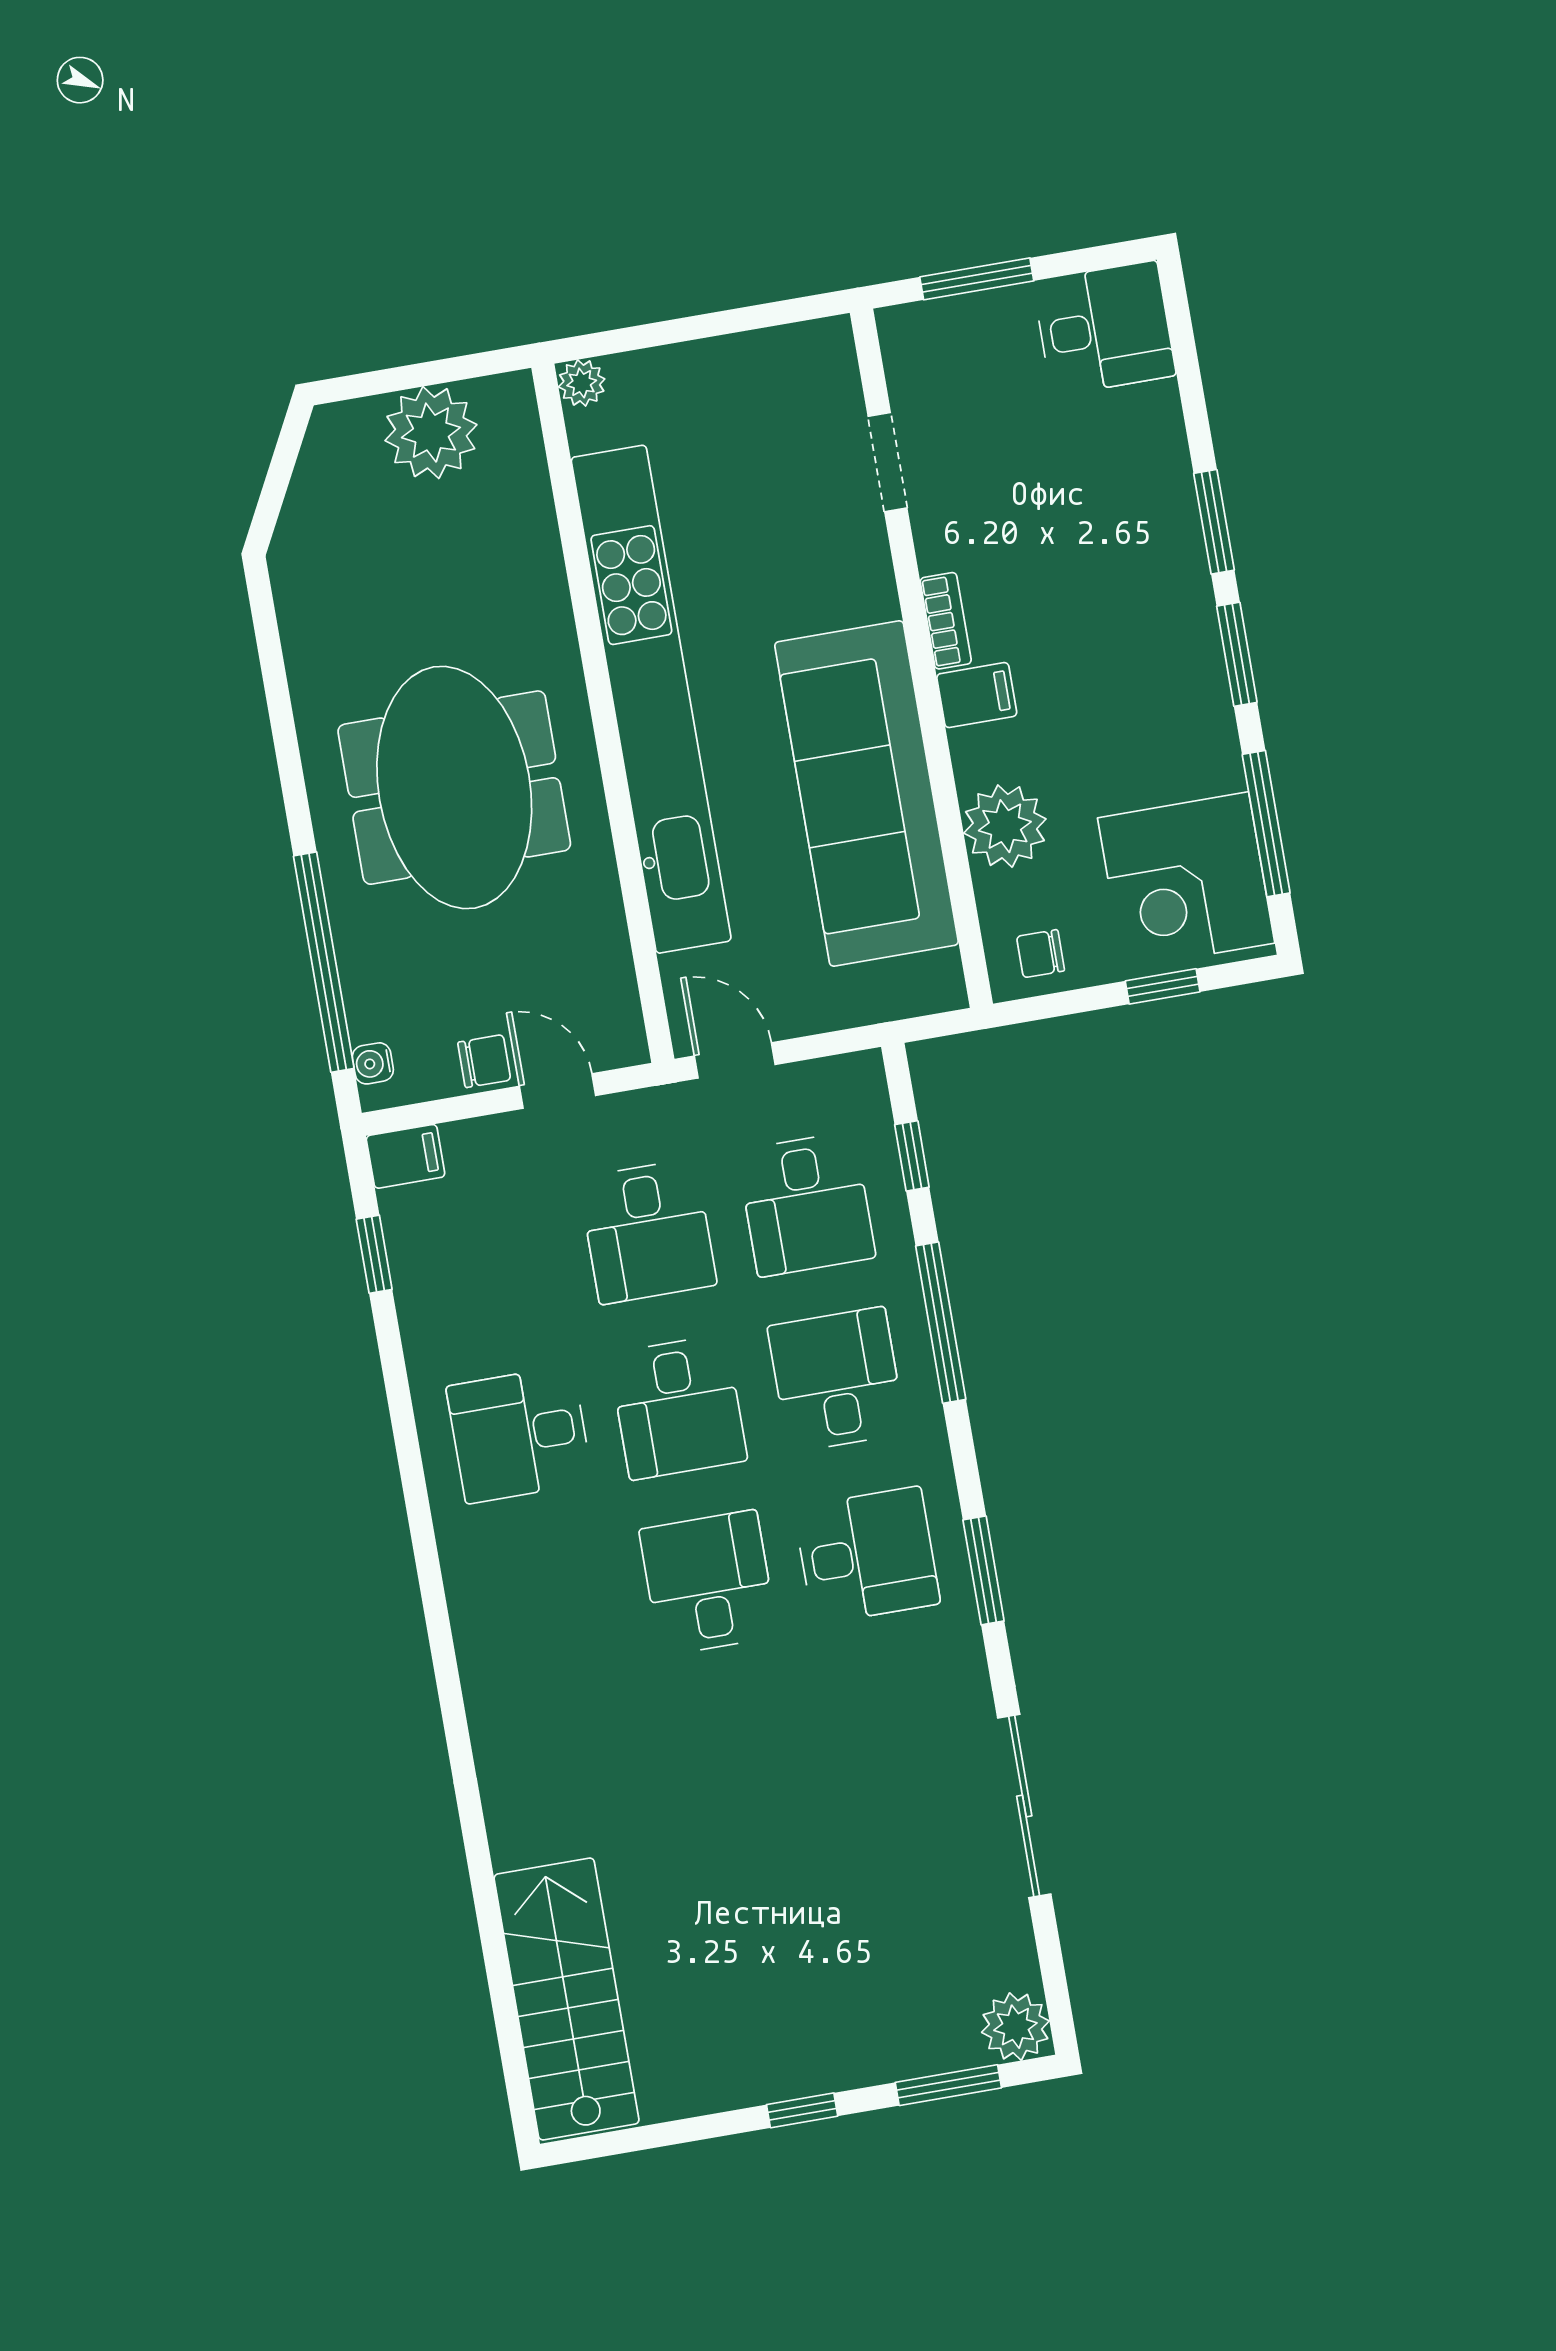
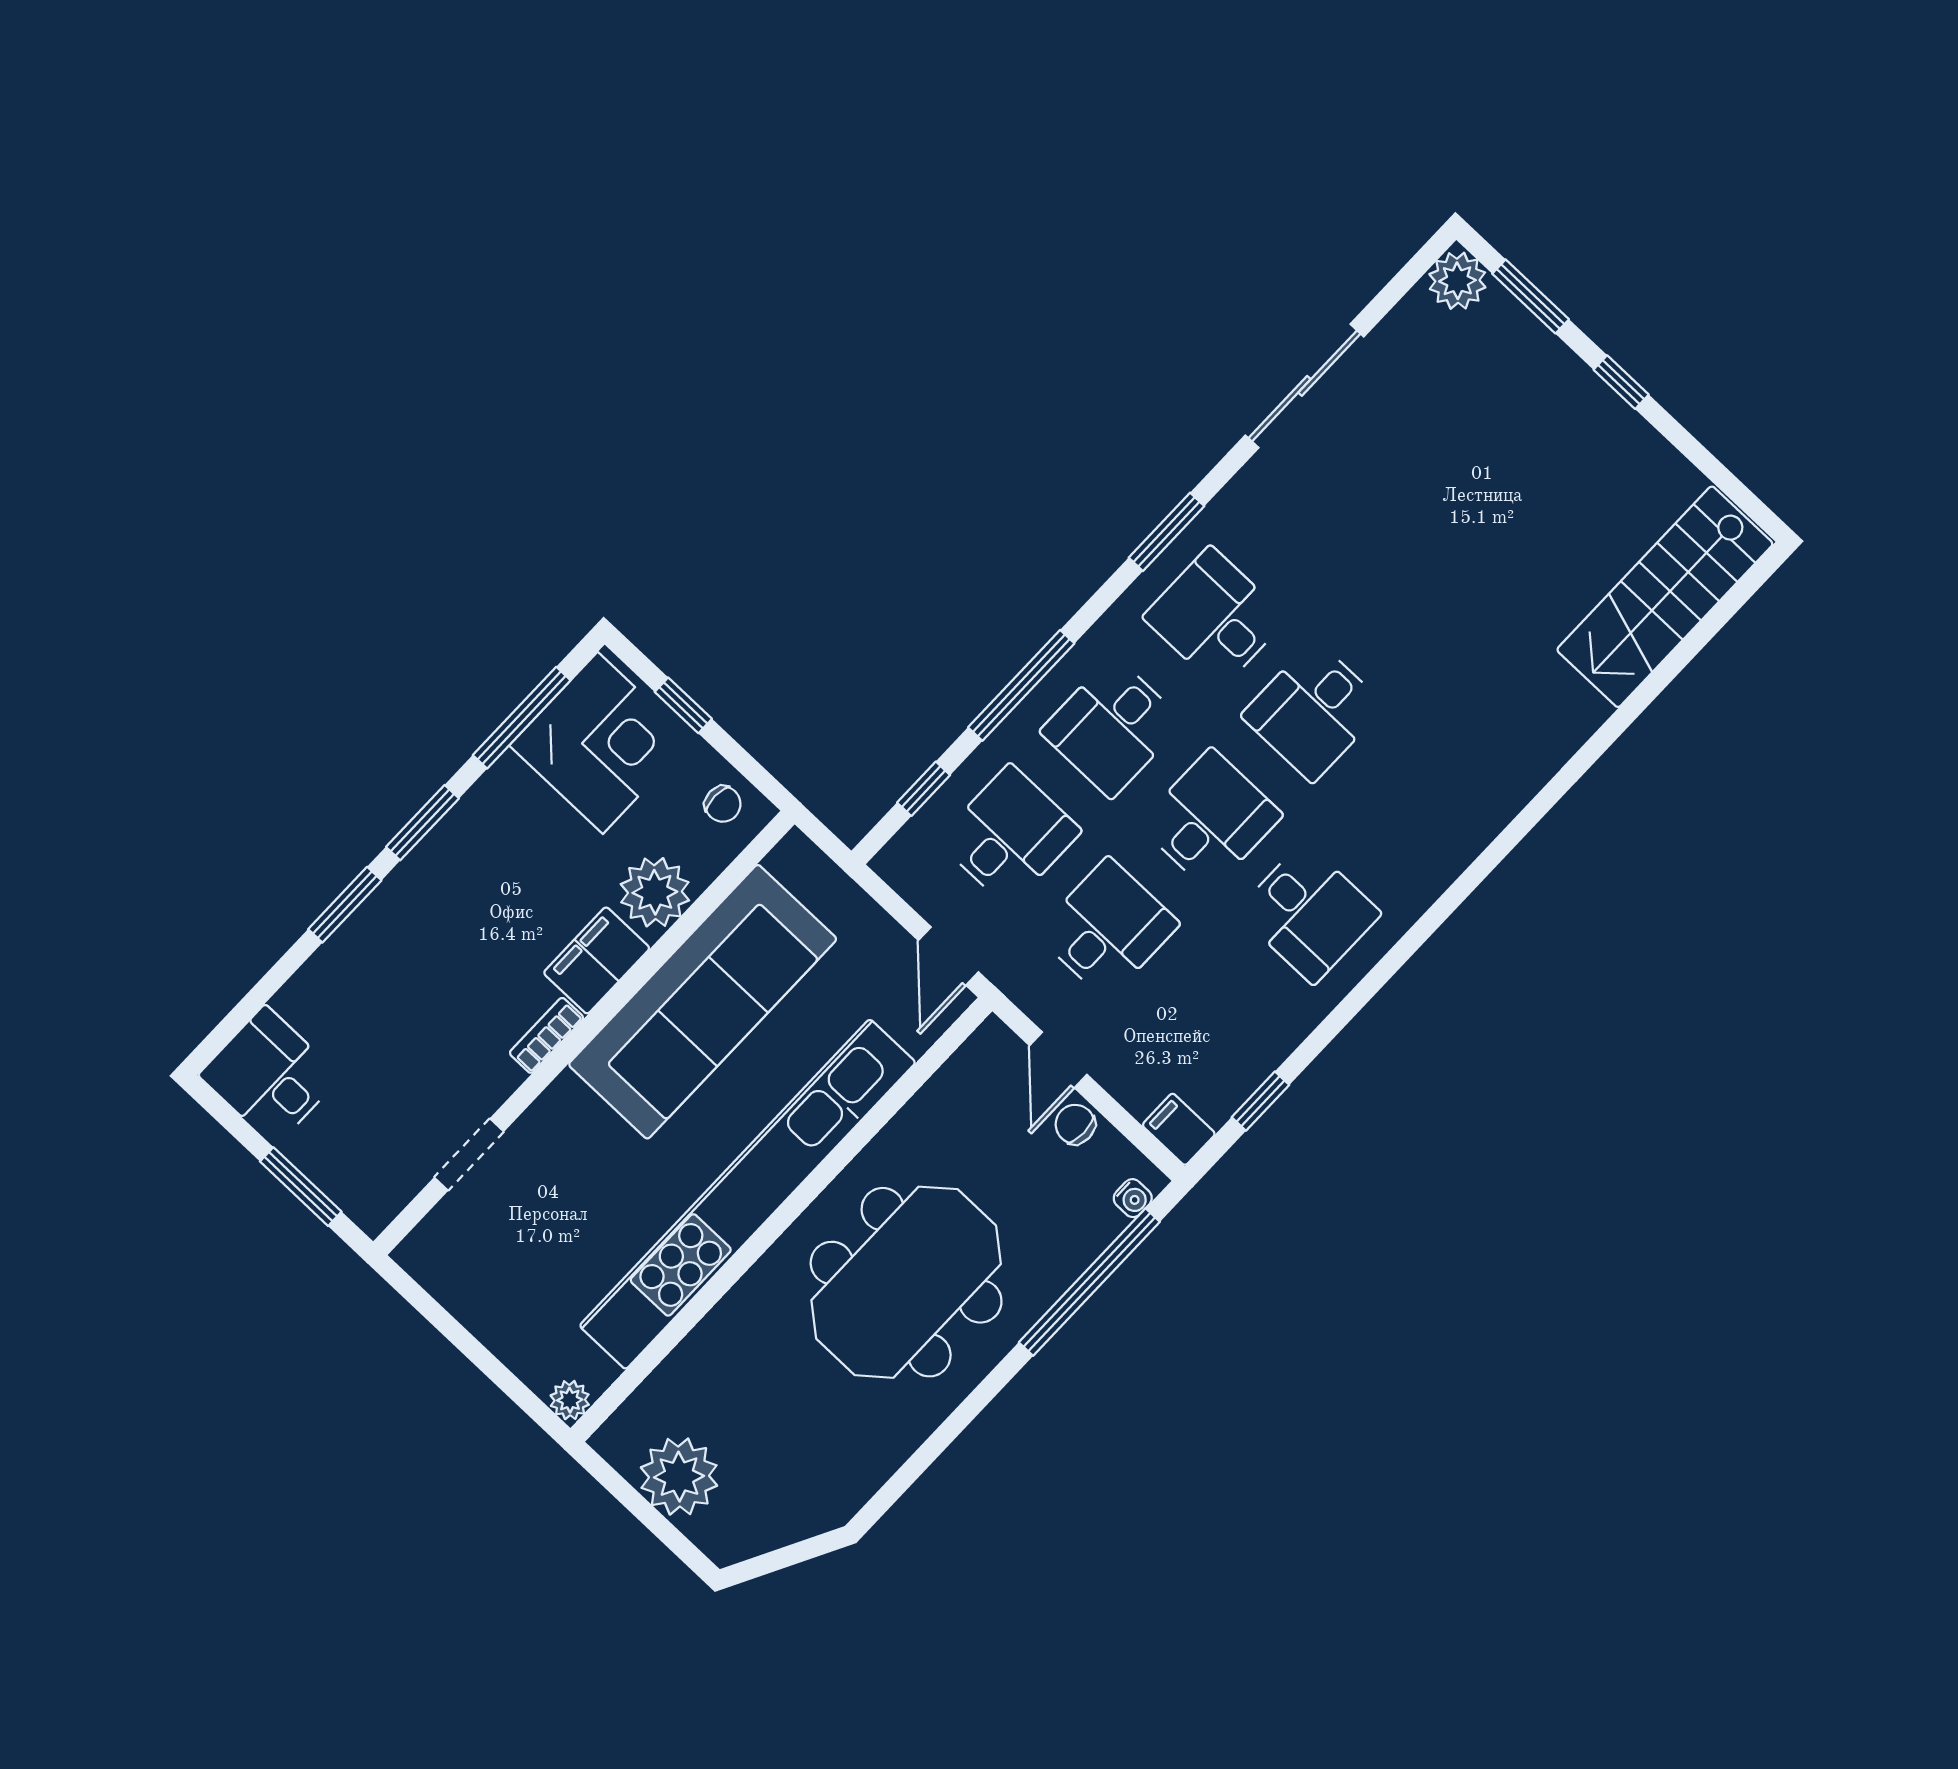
filing cabinet: (977, 695) -> (597, 960), width x2.00

